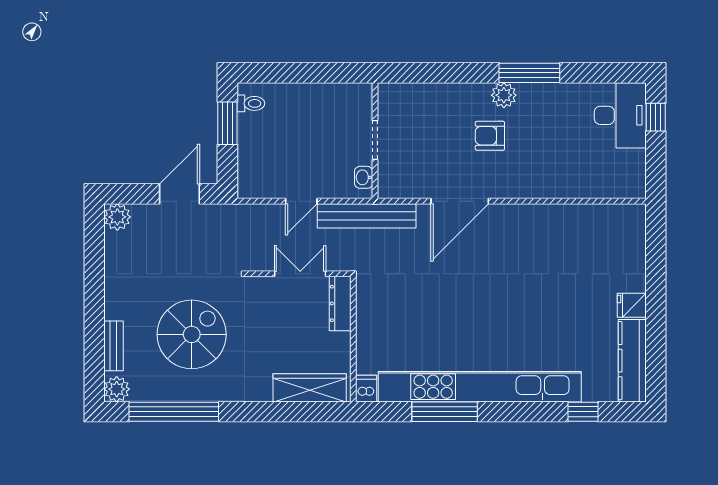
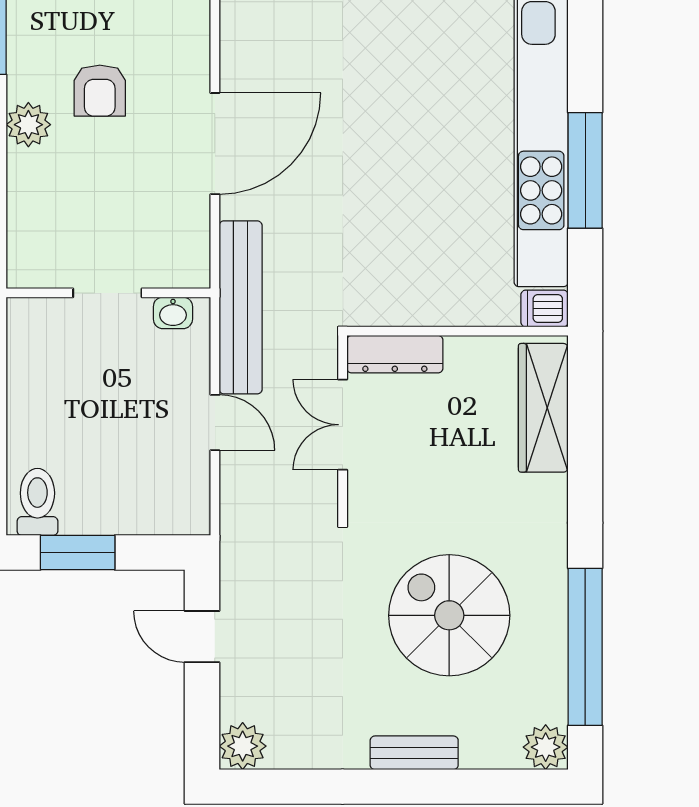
plant: (504, 95) -> (28, 125), moved
toilet: (251, 103) -> (37, 502), width x1.37, depth x1.39
door: (180, 194) -> (202, 637), width x0.73
door: (460, 201) -> (215, 144), hinge flipped
bench: (113, 346) -> (414, 753), moved

